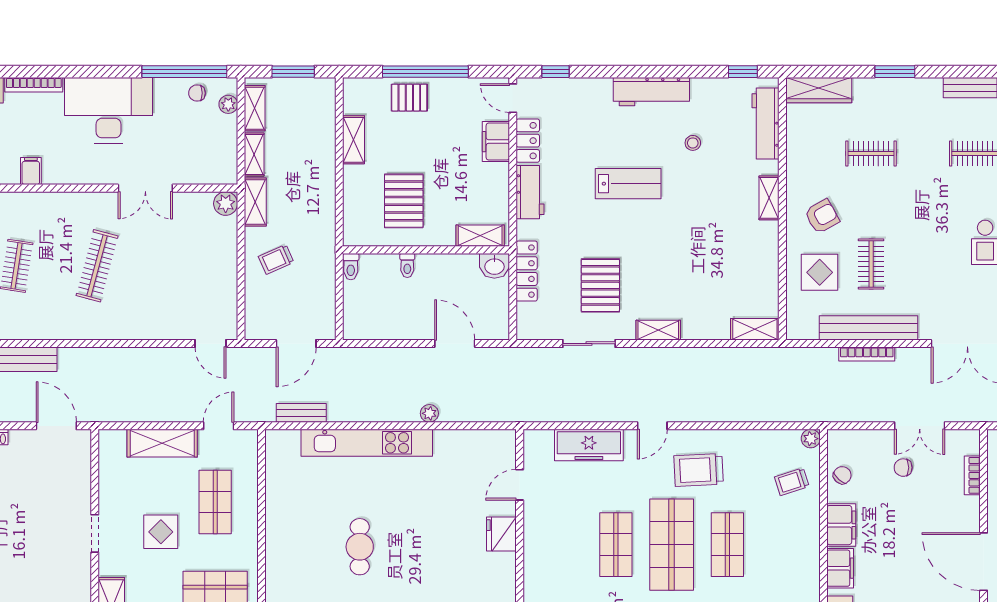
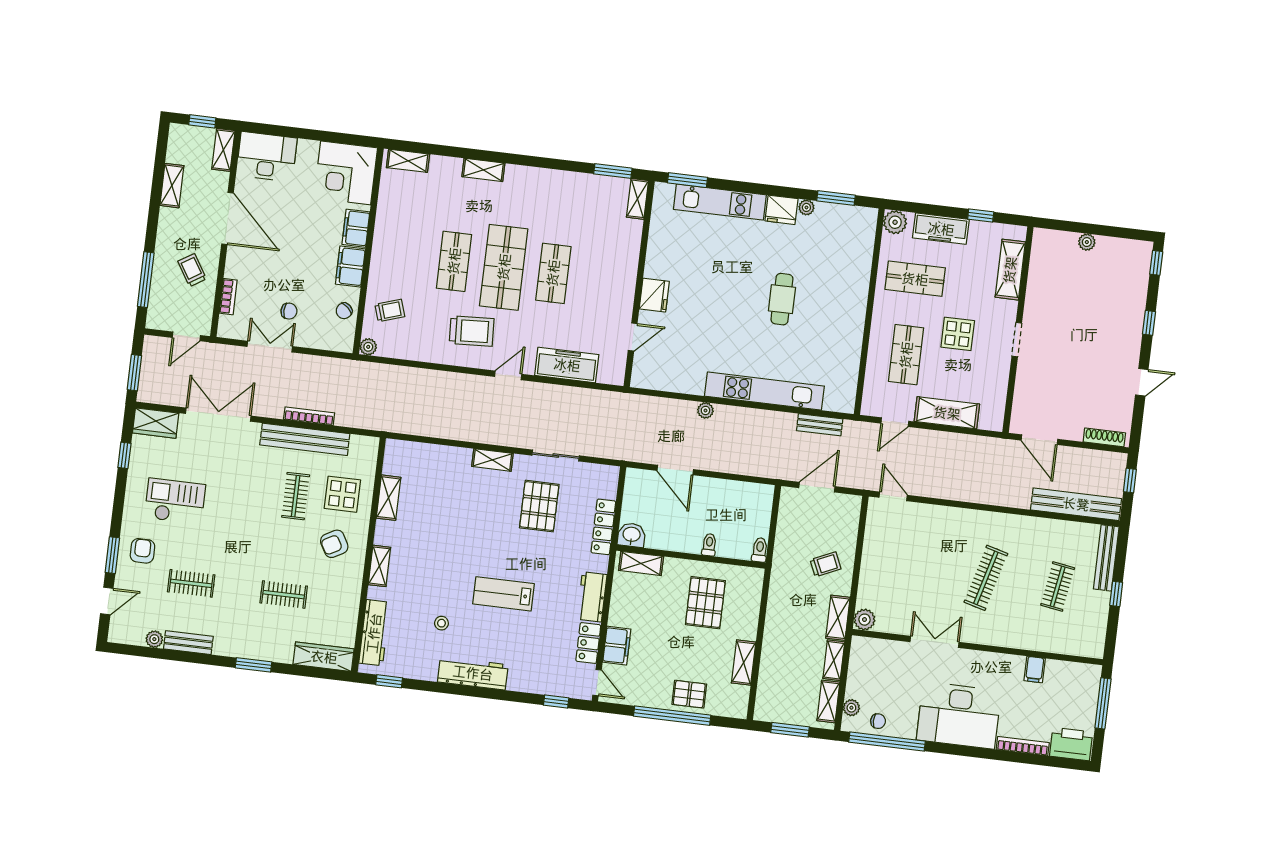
shelving: (755, 329) -> (389, 498), moved, turned 90

